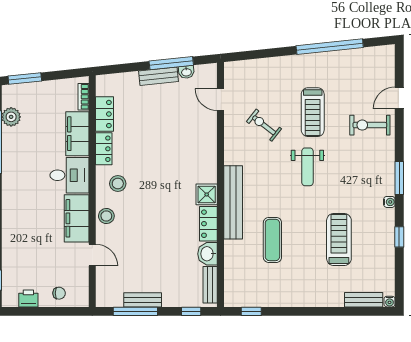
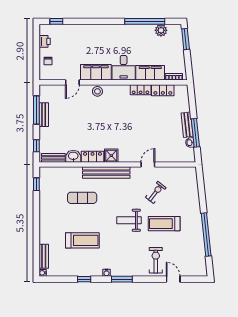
door: (221, 100) -> (148, 165), moved
stool: (118, 184) -> (118, 99), removed

